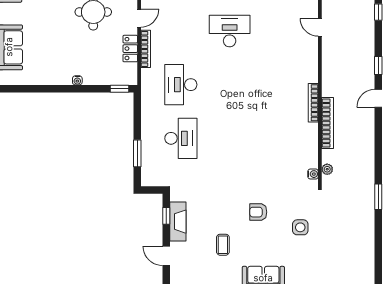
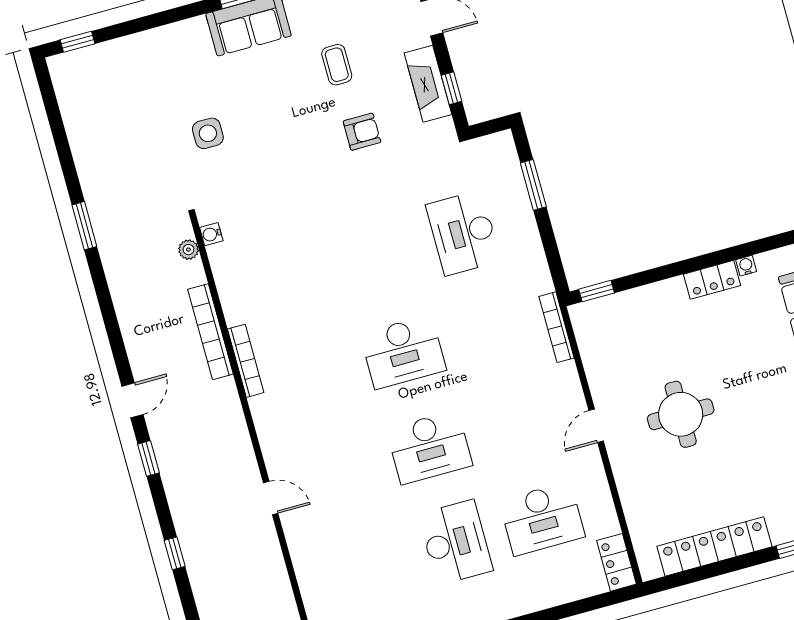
locker: (130, 49) -> (712, 280), moved, turned 90
bookcase: (146, 49) -> (556, 327), moved
water cooler: (77, 80) -> (746, 266), moved
desk: (181, 85) -> (403, 352), moved, turned 90
armchair: (258, 212) -> (362, 132), moved

